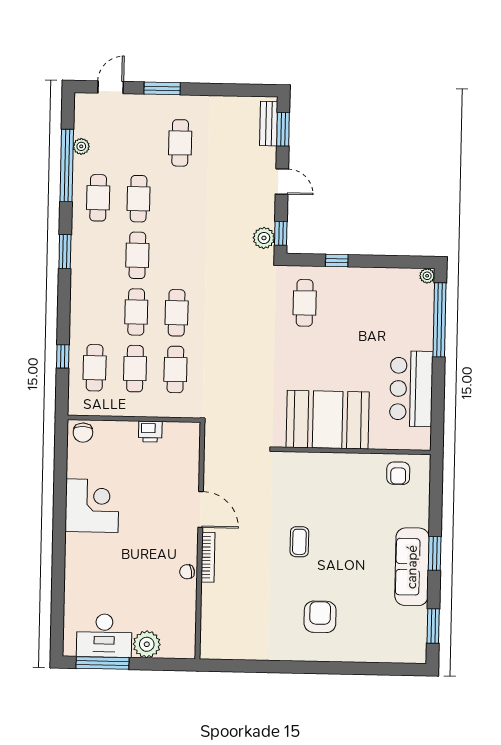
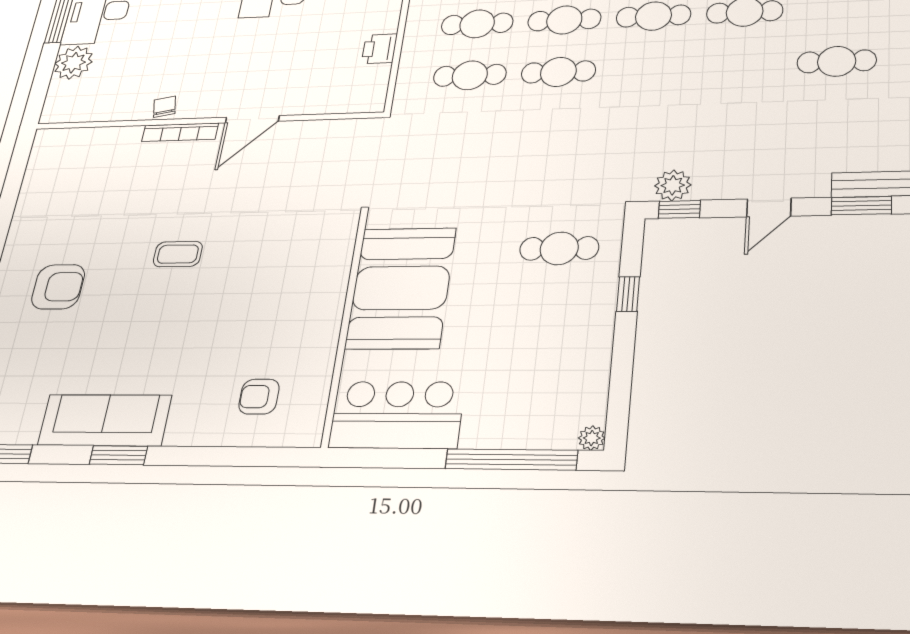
booth: (328, 420) -> (401, 288), moved
wall: (353, 451) -> (345, 326), moved

